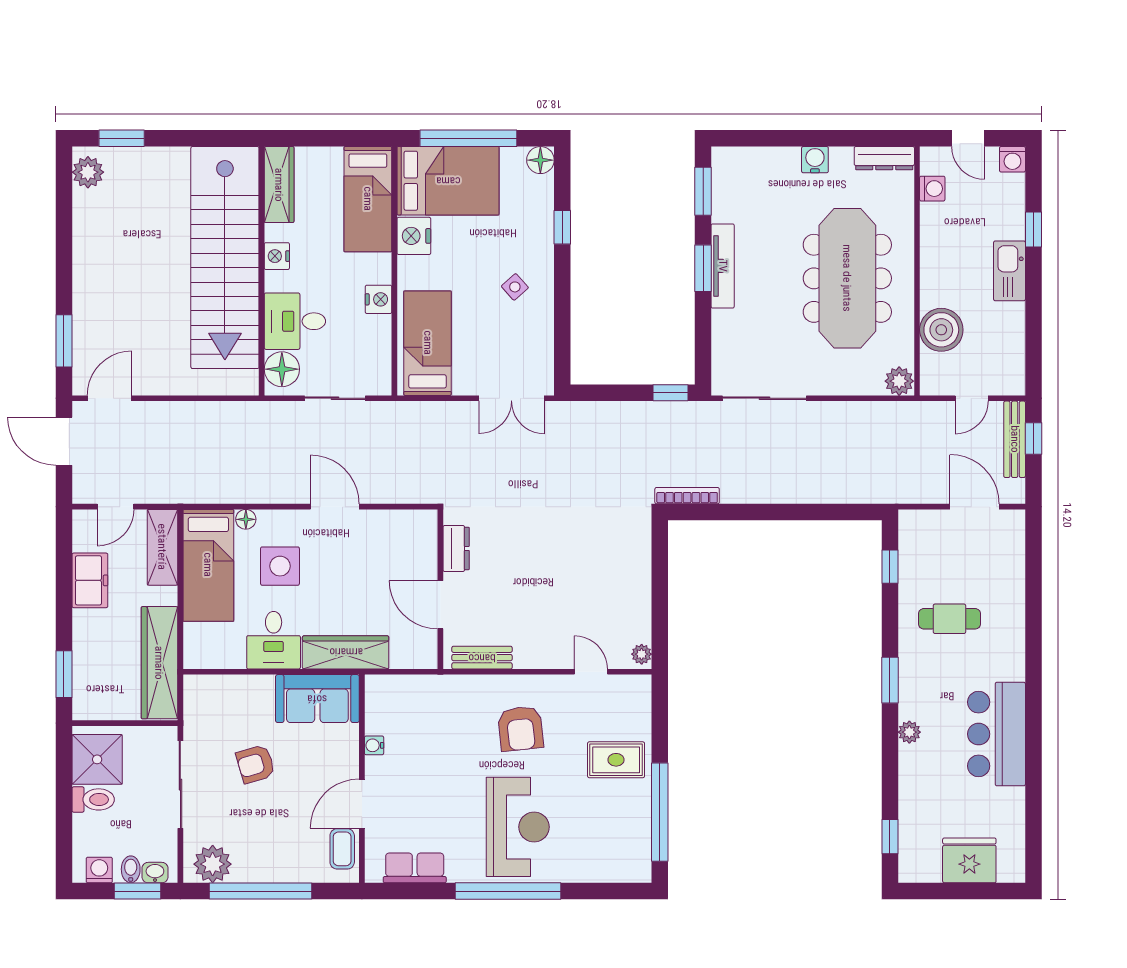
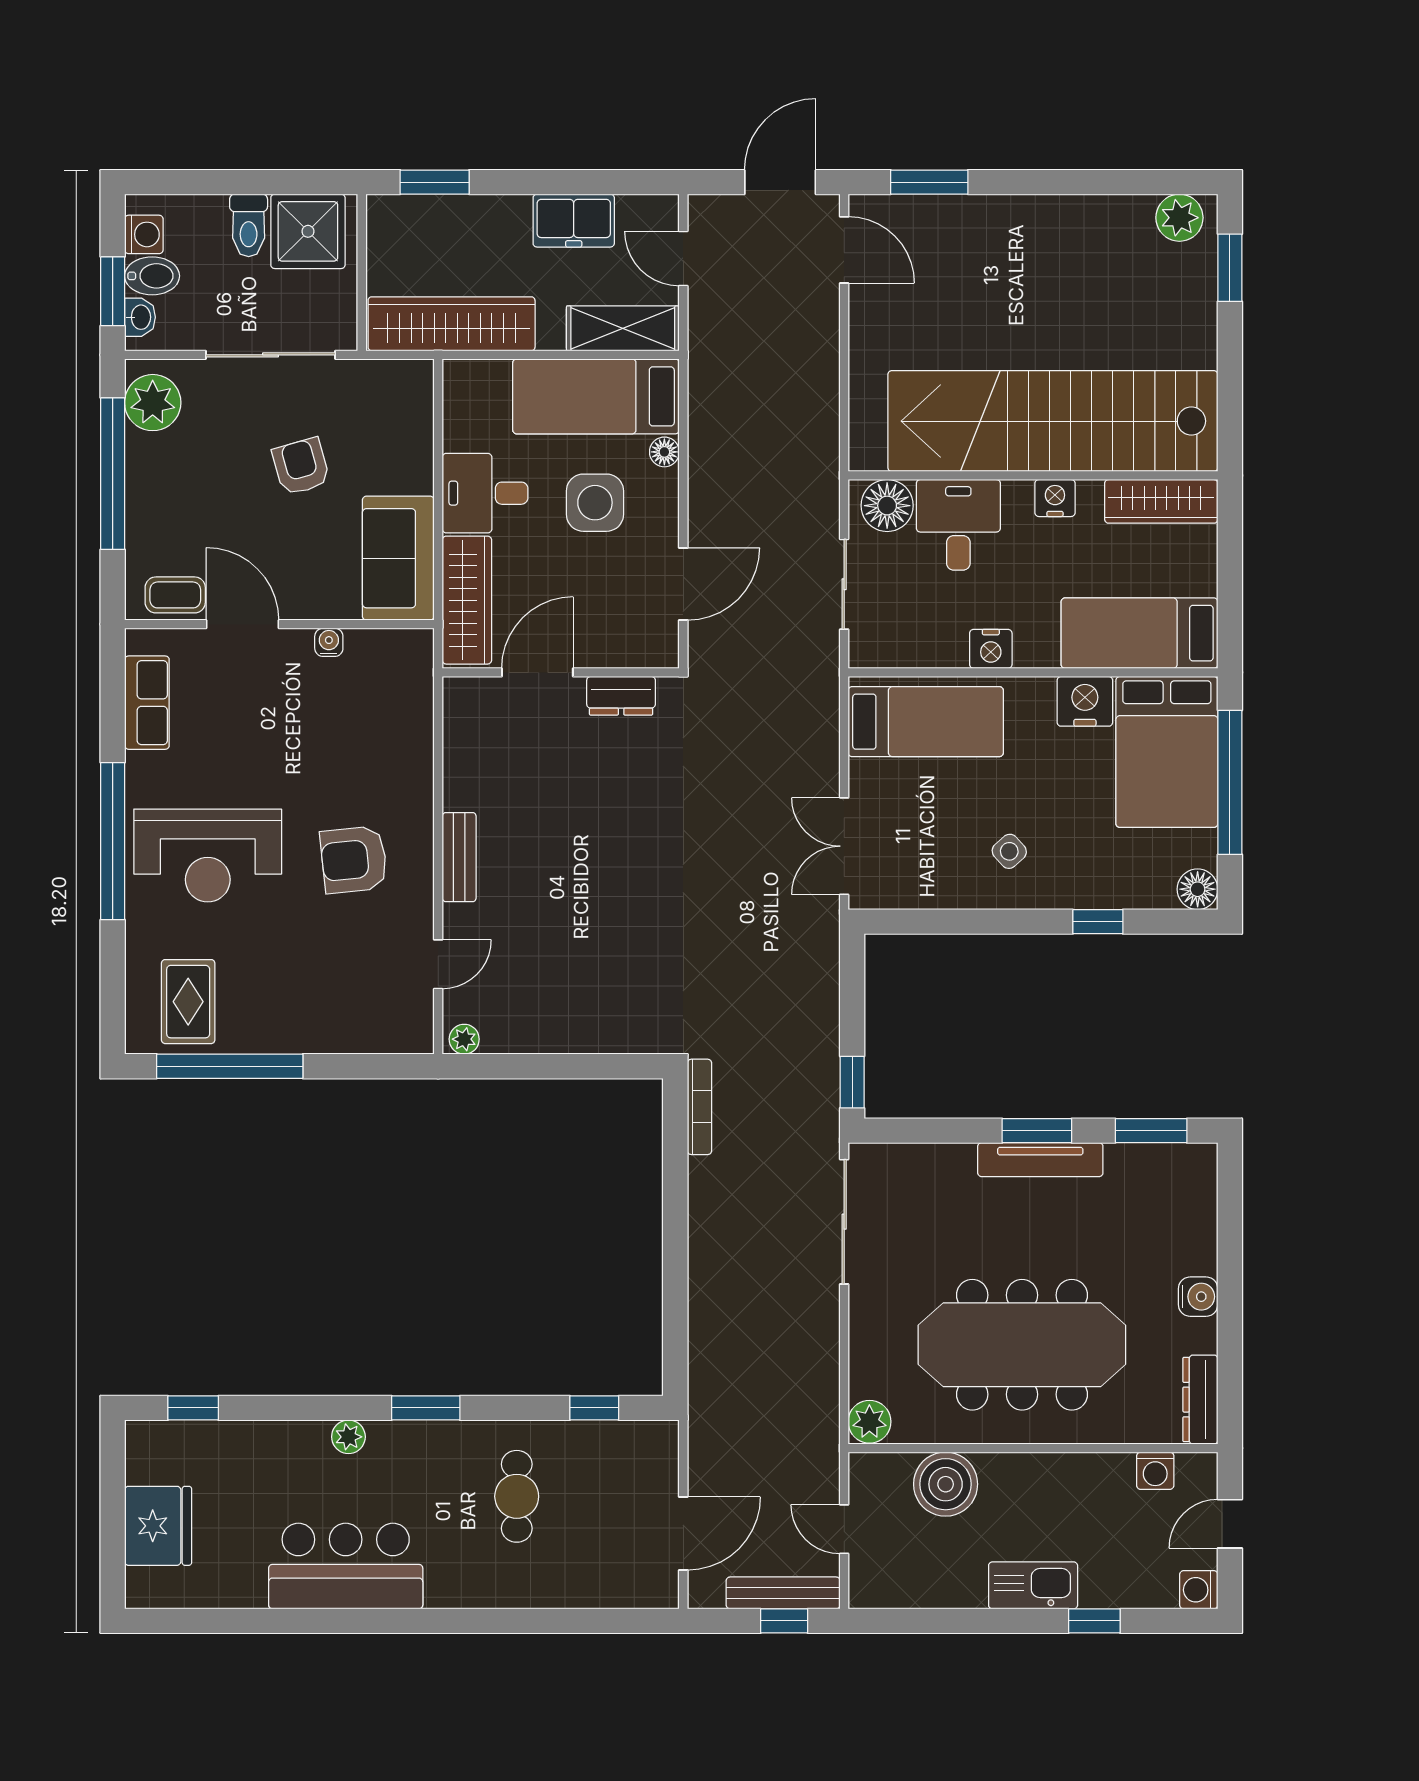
dresser: (456, 548) -> (621, 696), moved
wall: (440, 589) -> (561, 672), moved
door: (440, 605) -> (537, 672), moved
bench: (482, 658) -> (459, 857), moved
rug: (616, 760) -> (188, 1002), moved
bidet: (131, 869) -> (152, 276), width x1.38, depth x1.36

